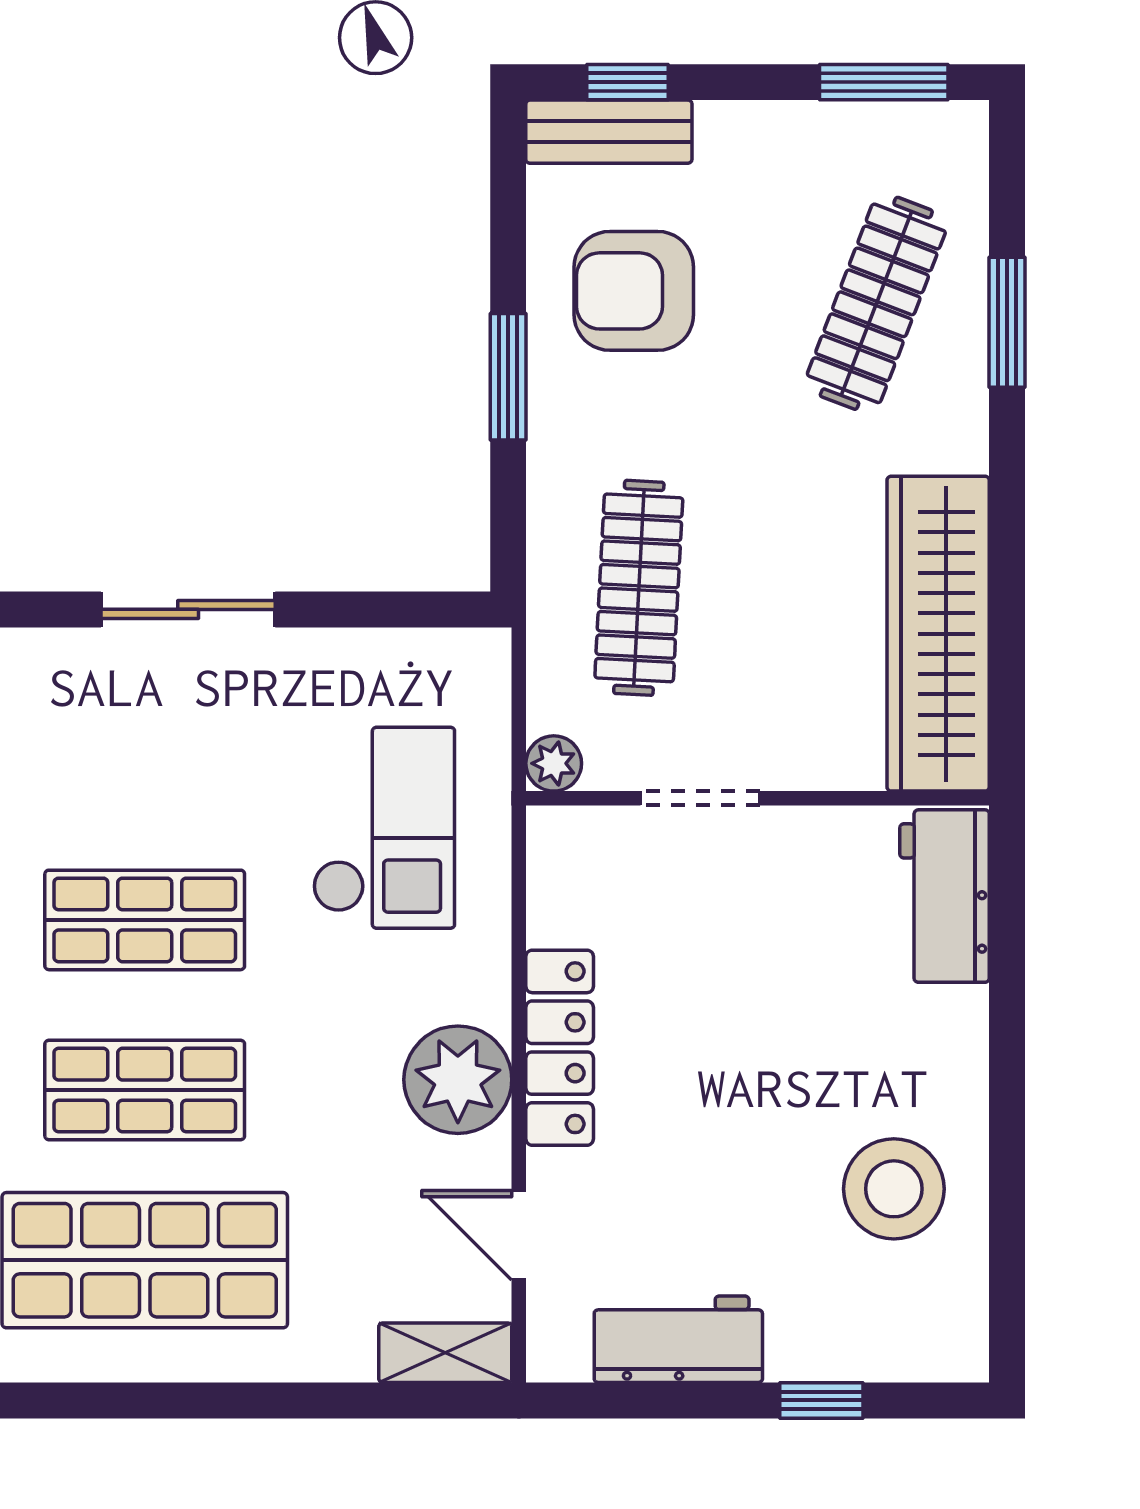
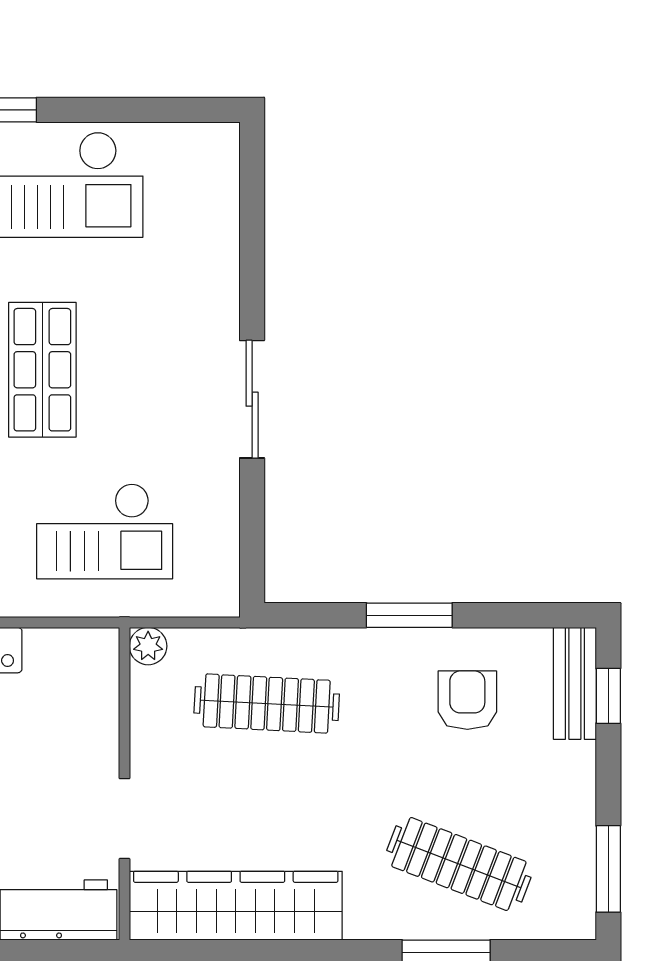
armchair: (634, 291) -> (467, 700), width x0.72, depth x0.72
doorway: (700, 798) -> (124, 819), moved

